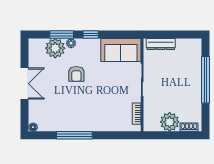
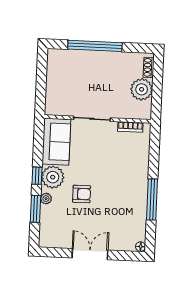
dresser: (161, 44) -> (52, 95), removed
plant: (55, 48) -> (53, 177), moved

